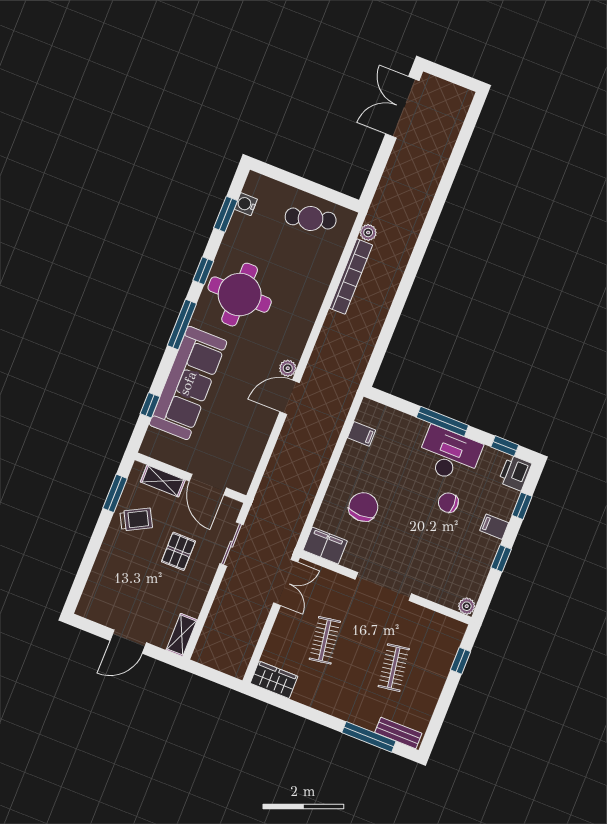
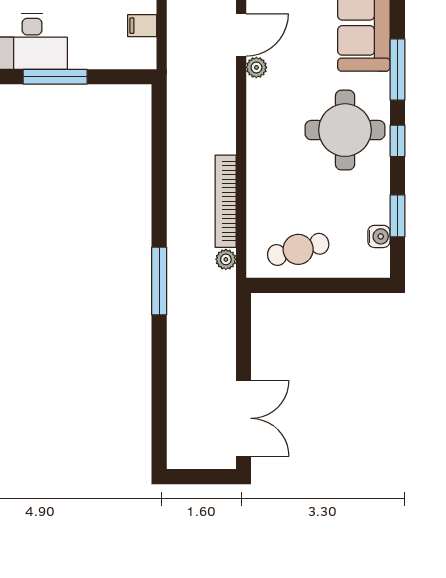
window: (425, 236) -> (159, 281), added

